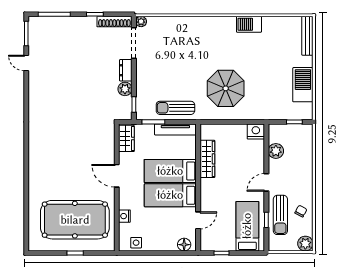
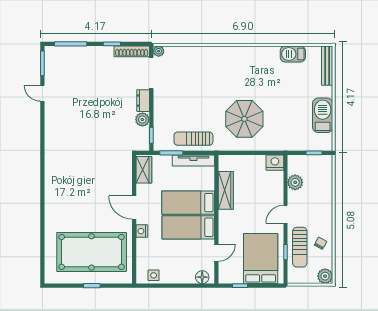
barbecue: (249, 24) -> (293, 54), moved
nightstand: (124, 216) -> (142, 231), moved
bed: (247, 226) -> (261, 259), width x1.50

